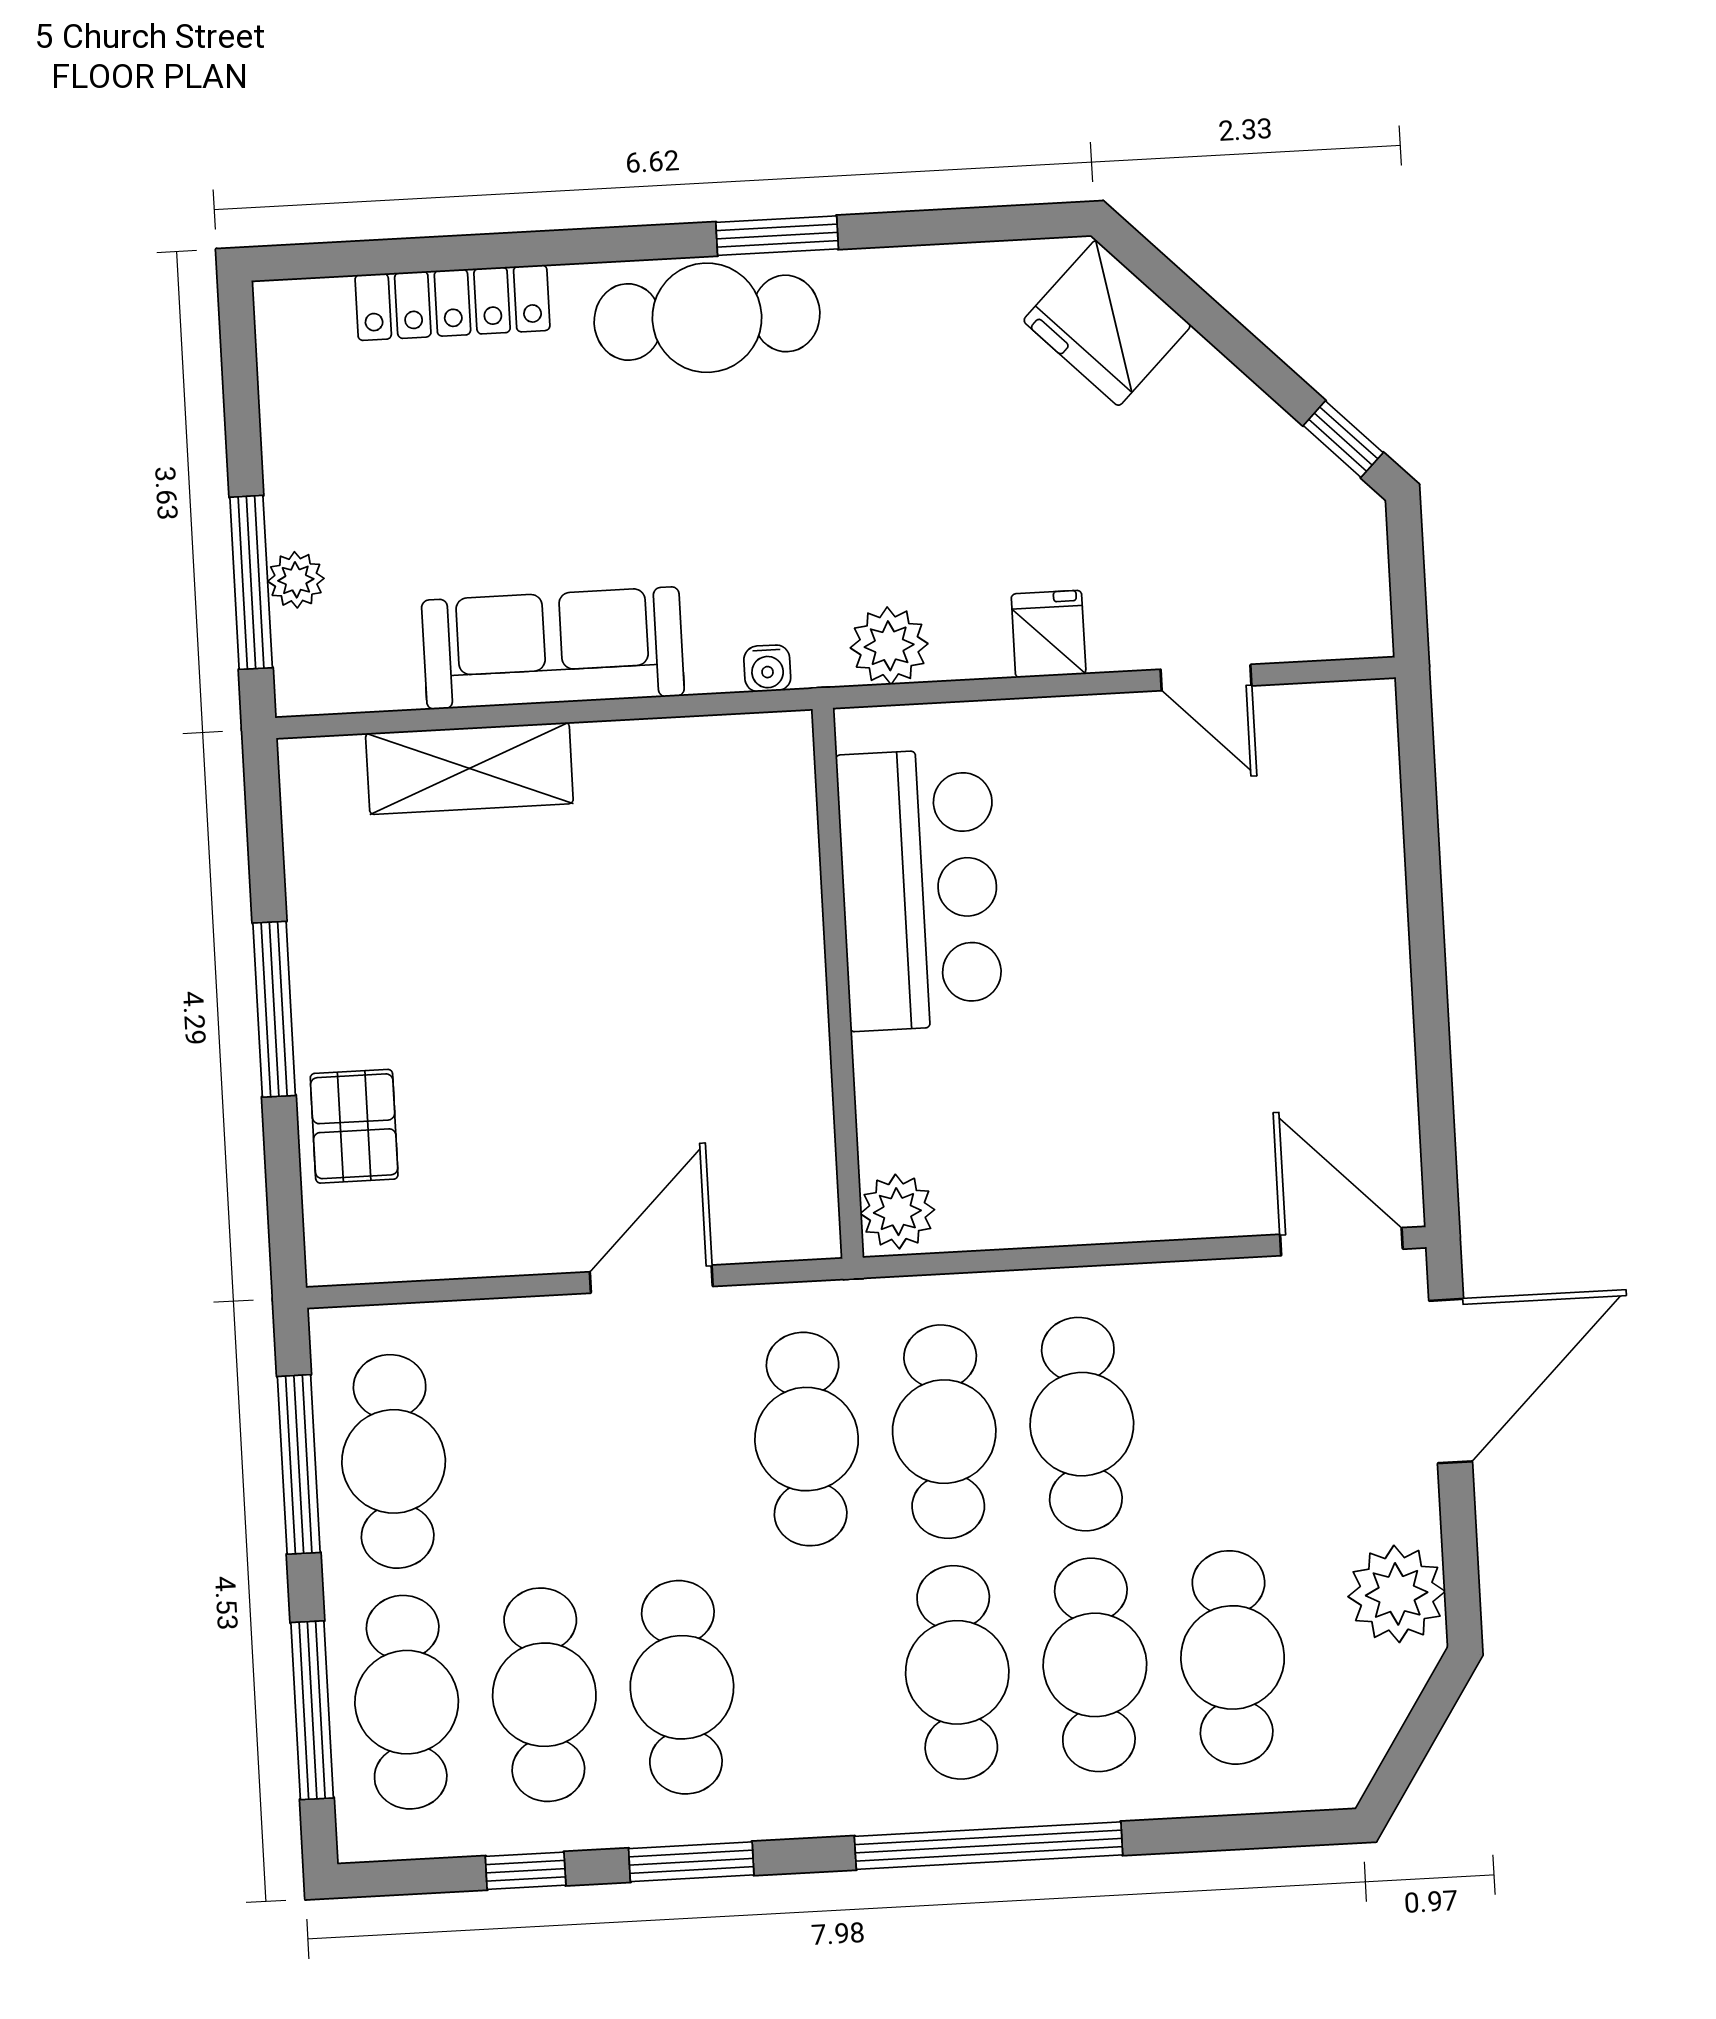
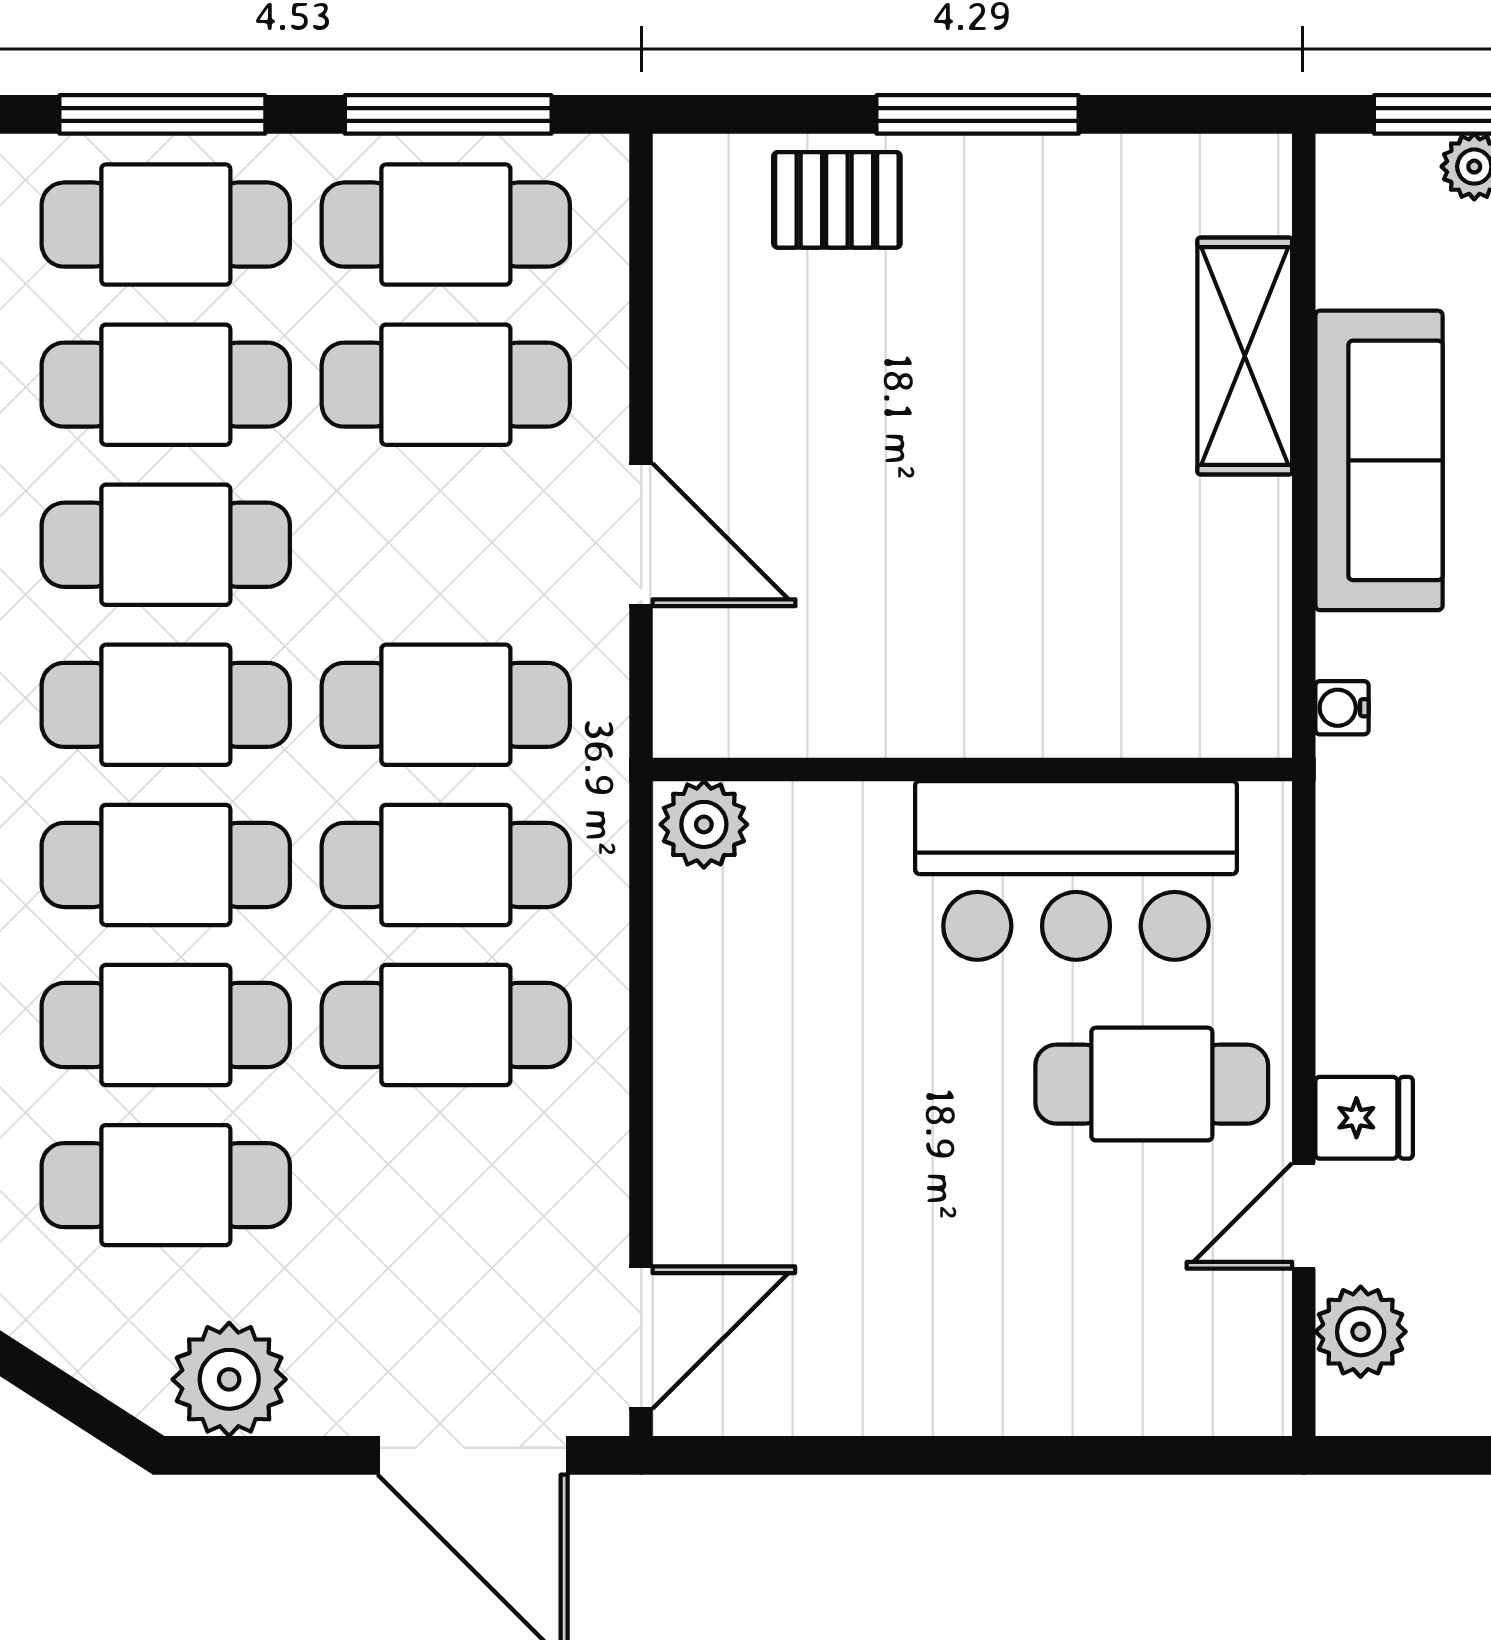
fridge: (1049, 634) -> (1364, 1118), moved
plant: (889, 646) -> (1361, 1332), moved
cafe table: (1100, 814) -> (1152, 1084), added
cafe table: (531, 1454) -> (446, 385), added
cafe table: (820, 1680) -> (166, 705), added

